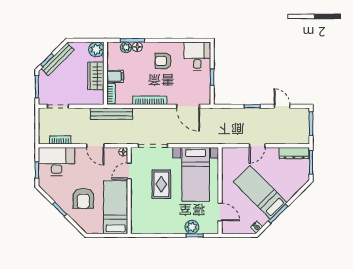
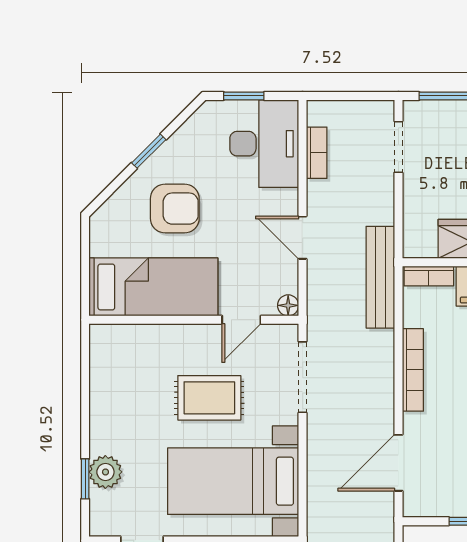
door: (95, 146) -> (303, 238), hinge flipped
door: (129, 171) -> (241, 320), swing flipped
armchair: (83, 198) -> (175, 209), turned 180

